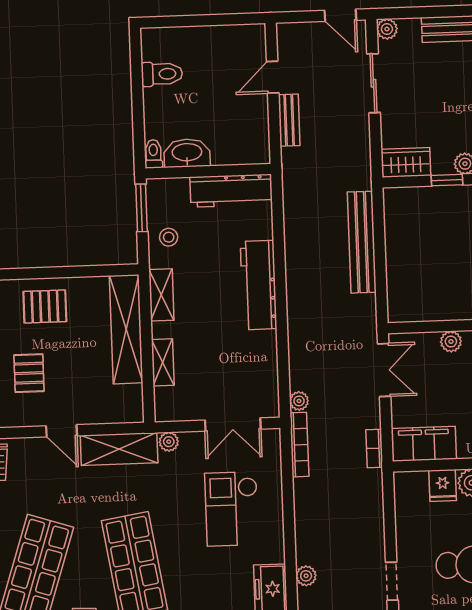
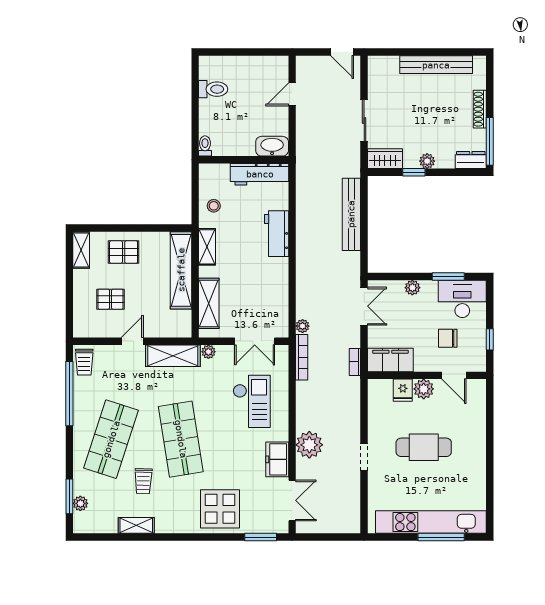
plant: (387, 29) -> (375, 63), removed
sliding door: (374, 83) -> (364, 121), moved
bench: (289, 120) -> (303, 125), removed
washbasin: (187, 153) -> (272, 146), moved
window: (142, 208) -> (195, 184), removed
workbench: (259, 285) -> (277, 234), width x0.73
shelving: (163, 362) -> (209, 303), width x1.50, depth x1.33
pallet: (29, 373) -> (110, 299), turned 90
door: (61, 431) -> (132, 341), swing flipped
checkout: (232, 509) -> (252, 401), turned 180
plant: (306, 576) -> (309, 445), width x1.88, depth x1.88

